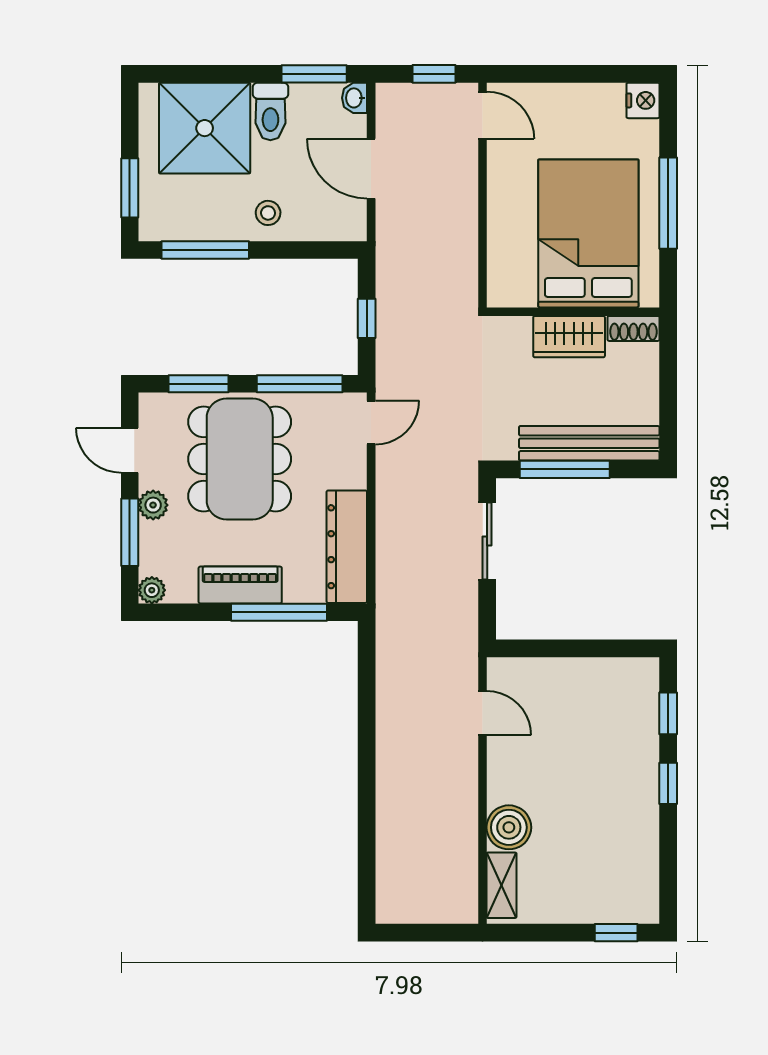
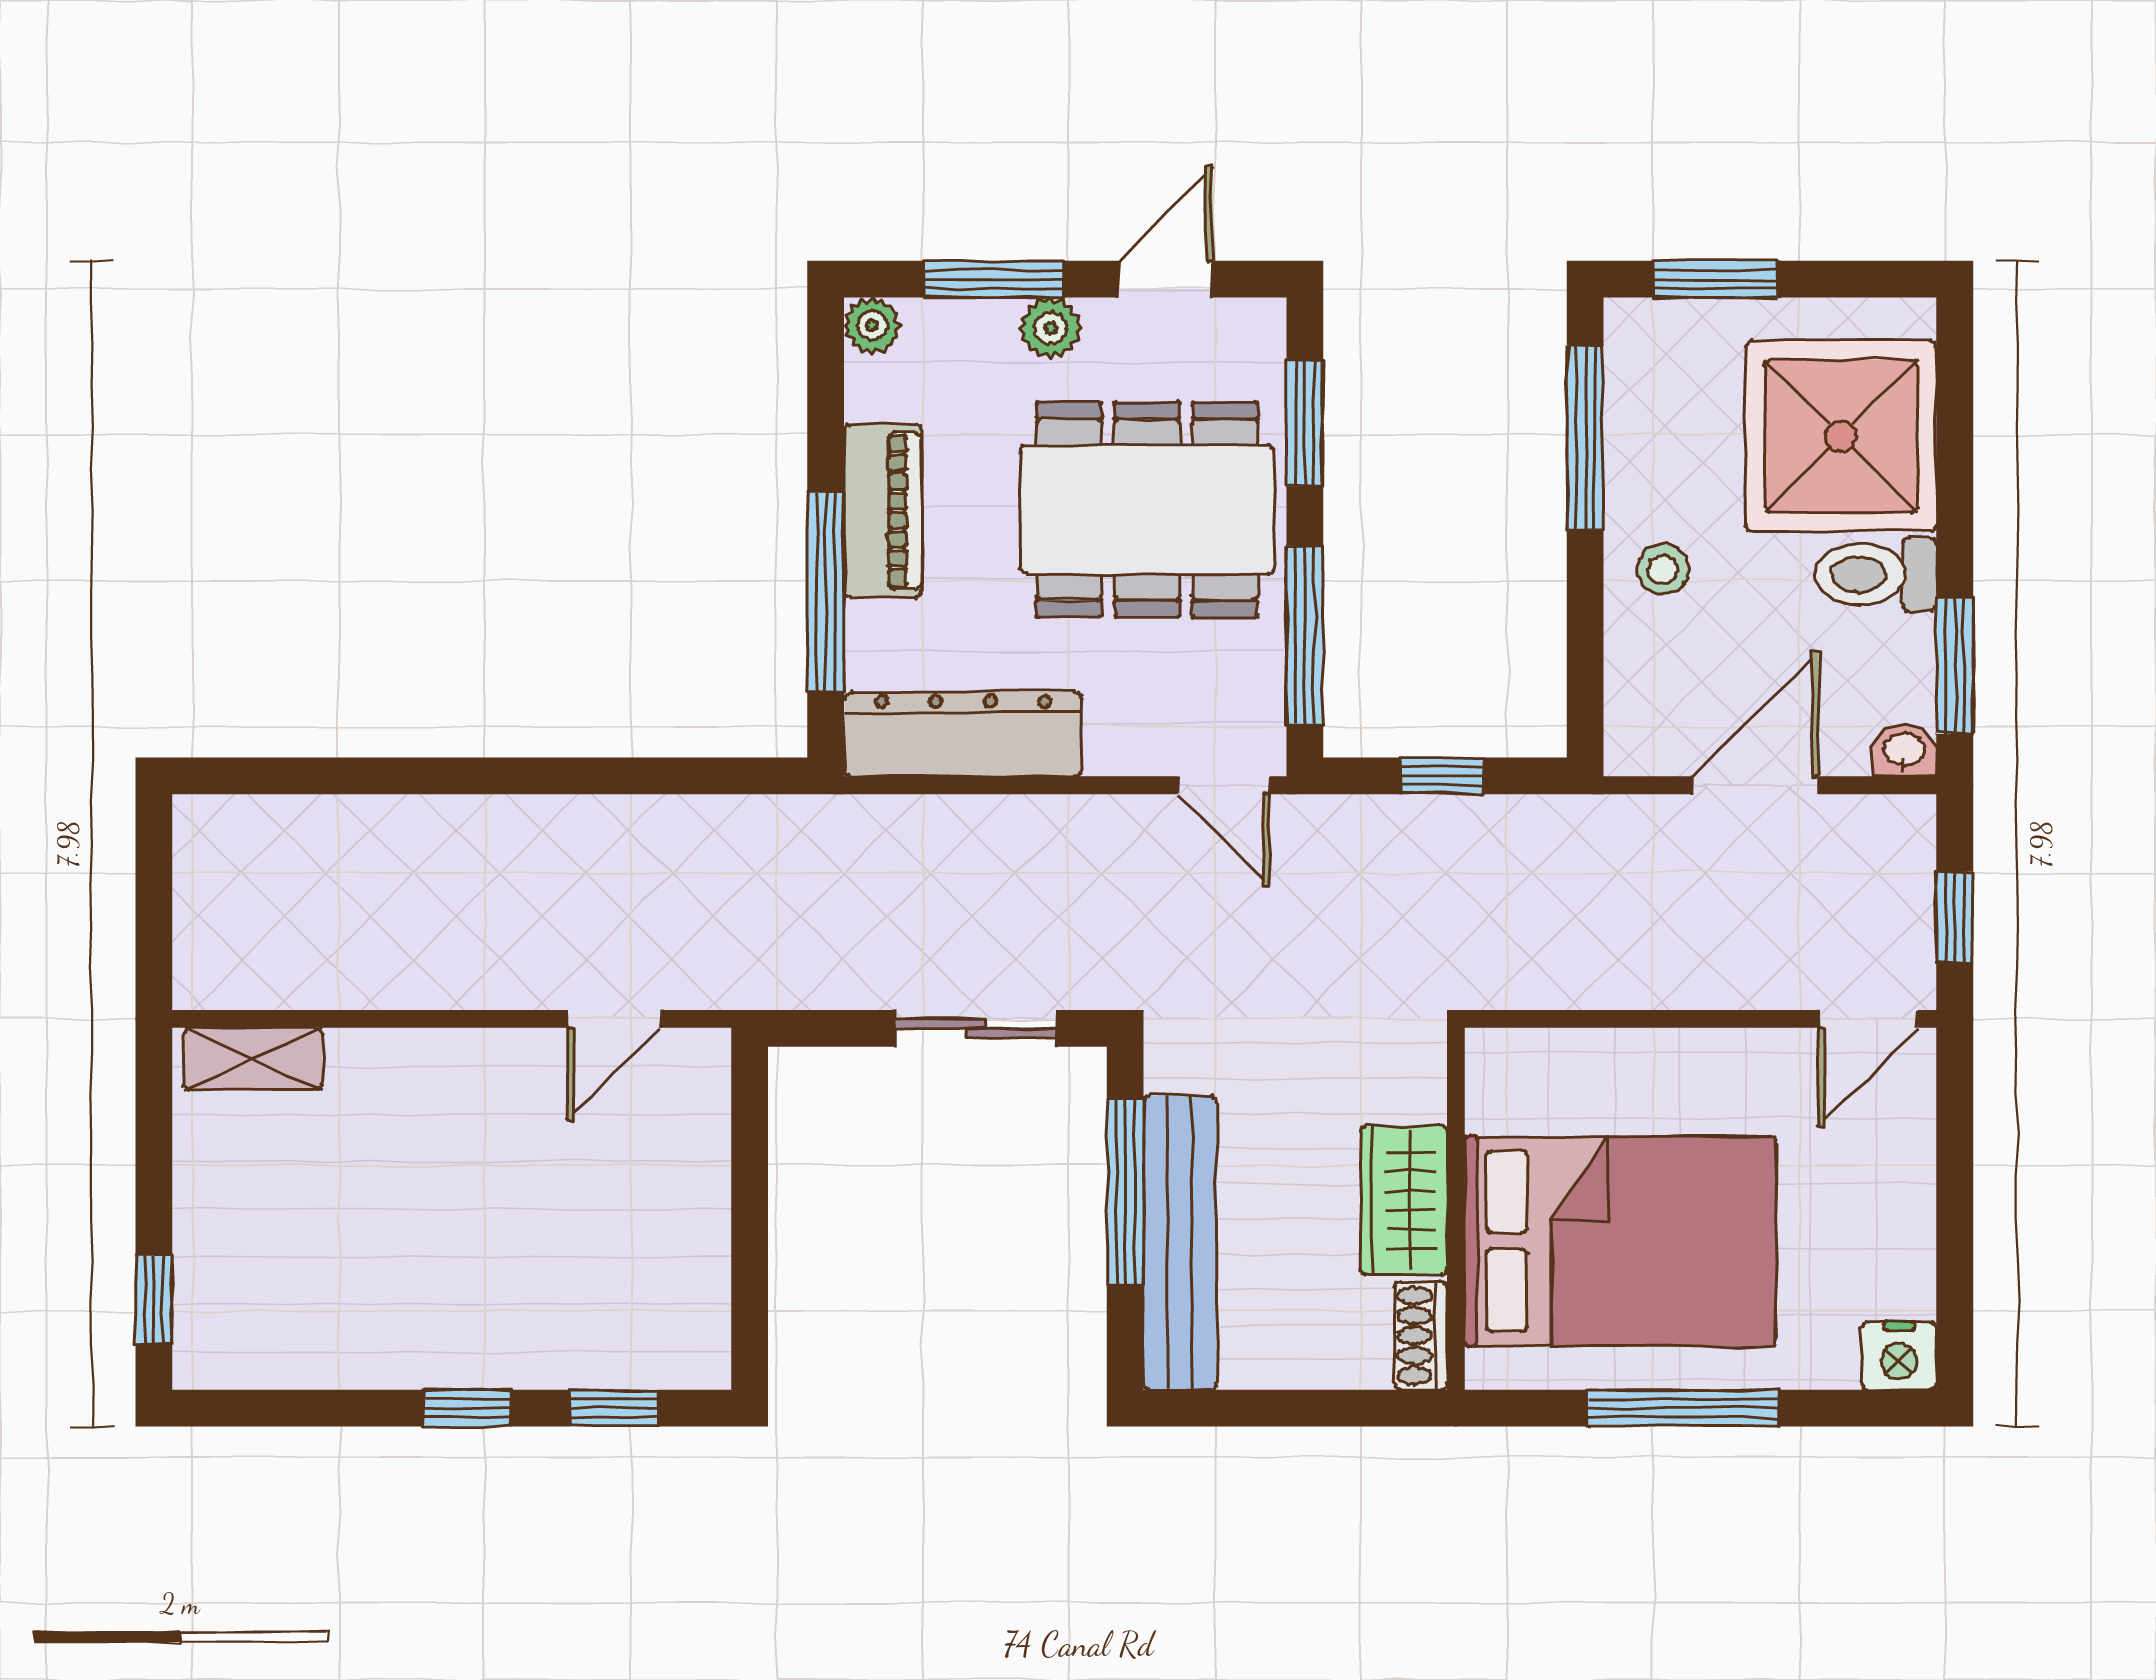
boiler: (509, 827) -> (375, 1074), removed

